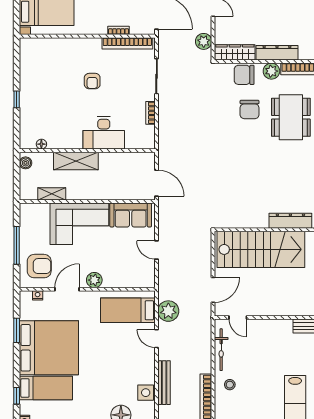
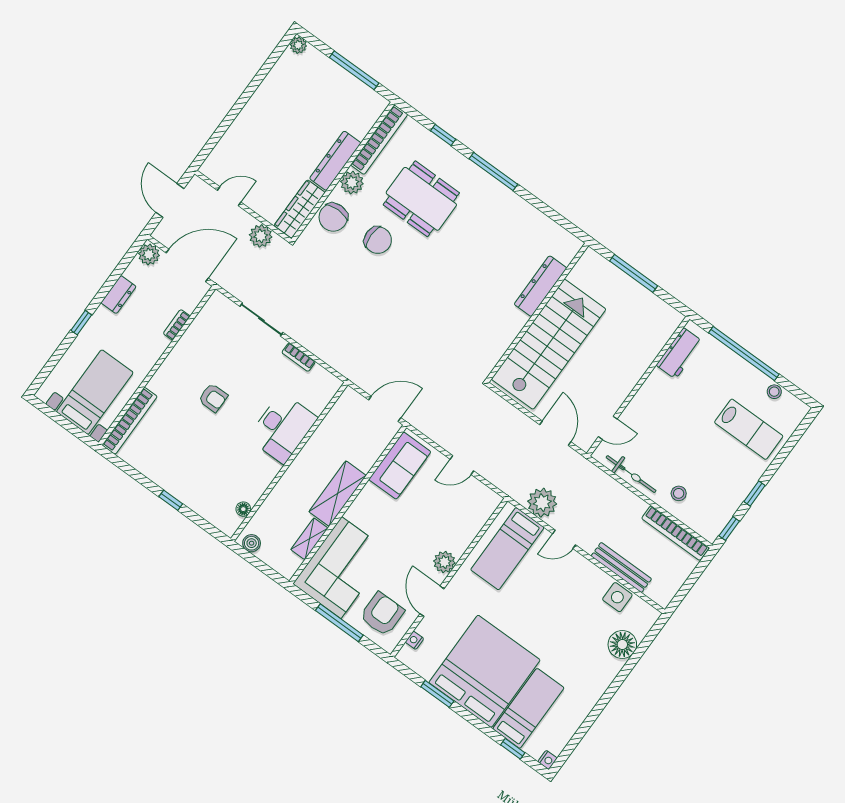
bookcase: (127, 43) -> (130, 421), moved
shelving: (76, 161) -> (338, 494), moved
corner sofa: (79, 224) -> (341, 568), moved

